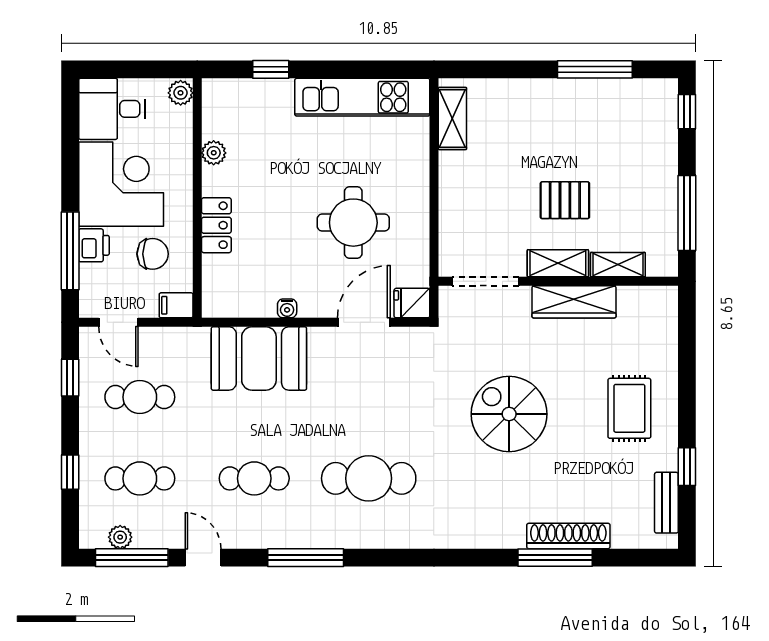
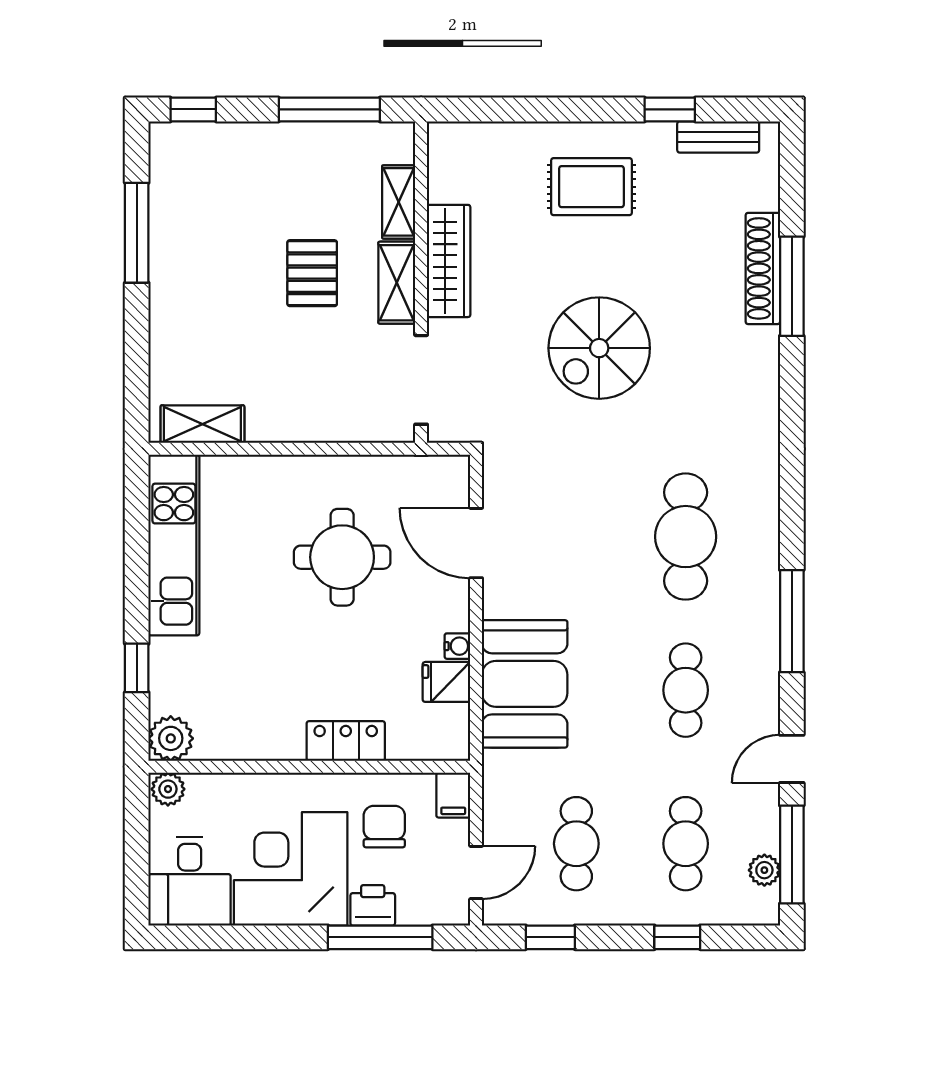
plant: (214, 153) -> (171, 738), moved, width x1.38, depth x1.38
fridge: (412, 303) -> (446, 682), moved, turned 90

